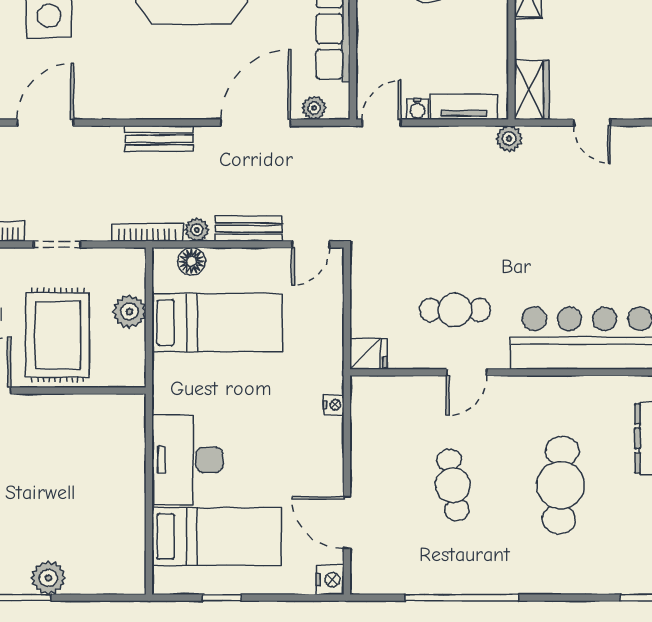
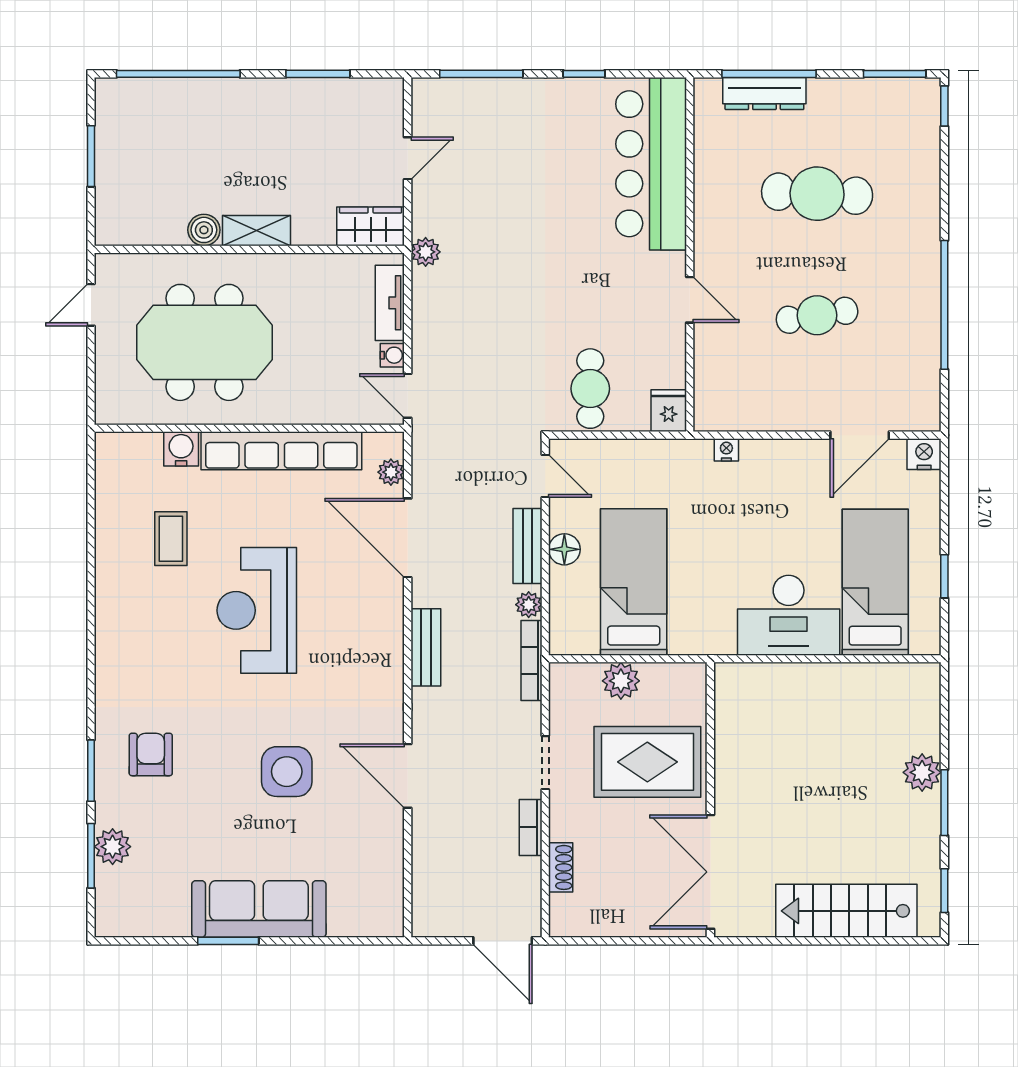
floor lamp: (192, 261) -> (564, 549), moved
cafe table: (455, 310) -> (590, 389), moved

